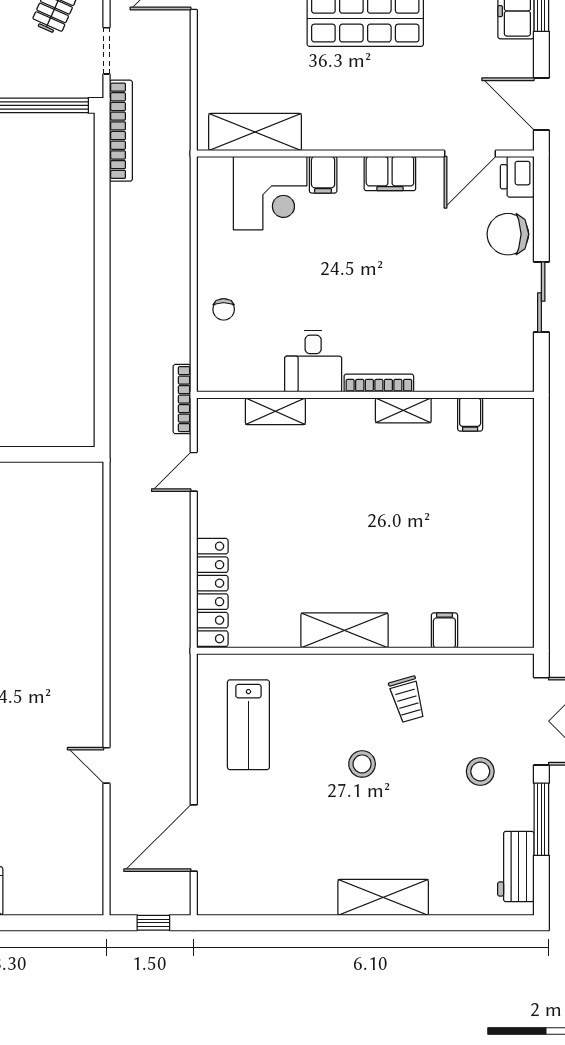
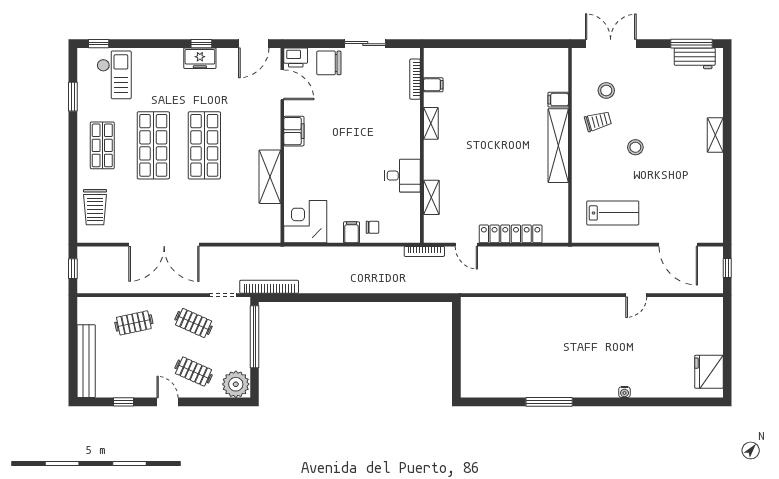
shelving: (255, 132) -> (270, 177), moved
filing cabinet: (323, 175) -> (352, 232), moved, turned -90
corner desk: (270, 193) -> (305, 222), moved, turned -90
chair: (508, 234) -> (329, 63), turned 90
bookcase: (379, 383) -> (415, 79), moved
locker: (212, 592) -> (511, 234), moved
shelving: (345, 630) -> (558, 146), width x1.47
stool: (480, 771) -> (606, 90), moved
window: (541, 819) -> (691, 44), moved
shelving: (383, 897) -> (715, 135), width x0.67, depth x0.75

